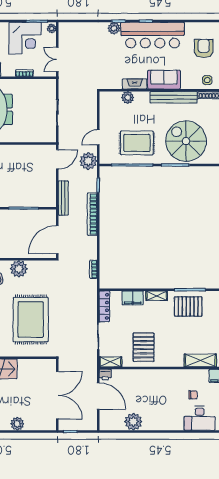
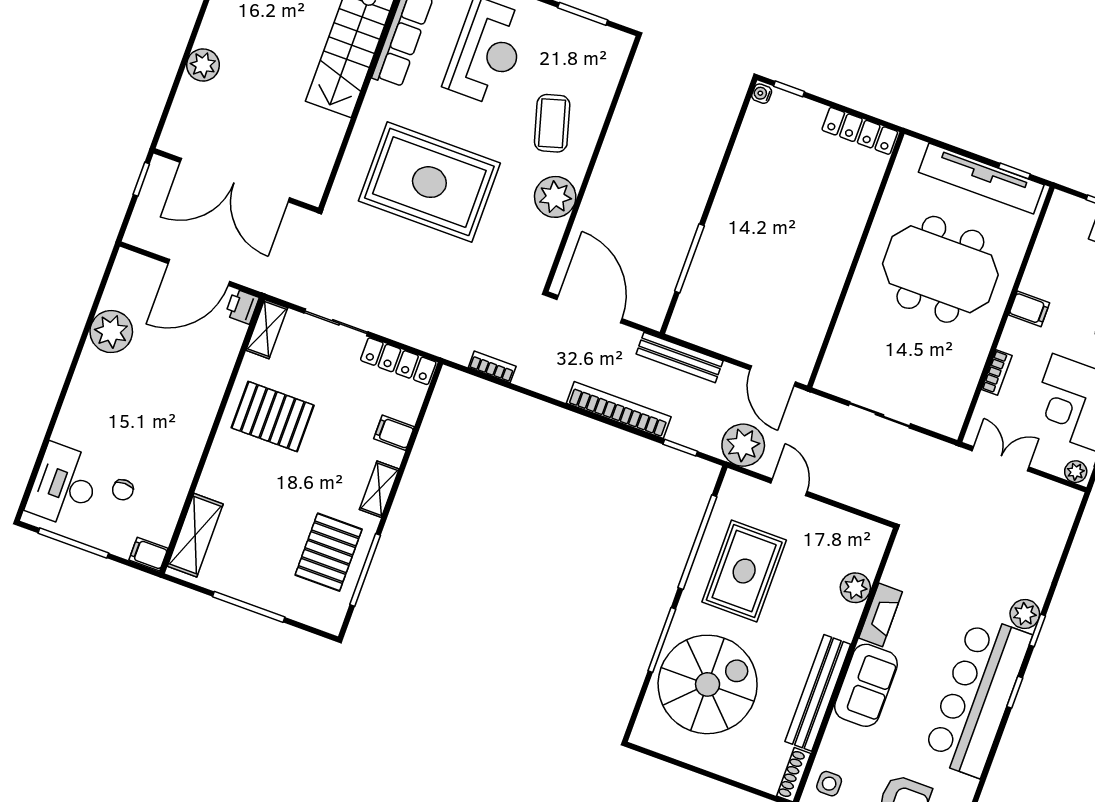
filing cabinet: (133, 298) -> (394, 433), width x0.50

